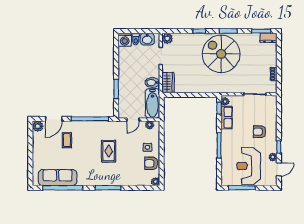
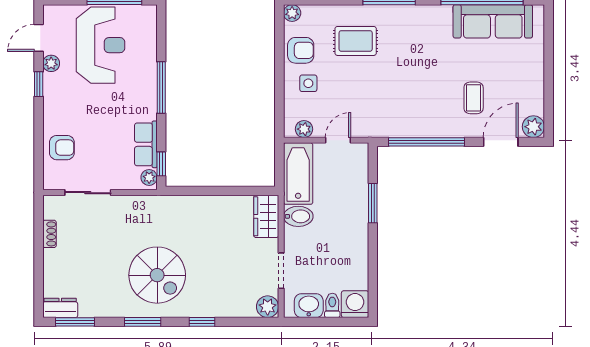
spiral stairs: (221, 54) -> (157, 275), width x0.73, depth x0.73
armchair: (259, 132) -> (62, 148), moved
rug: (109, 151) -> (356, 41), moved, turned 90

